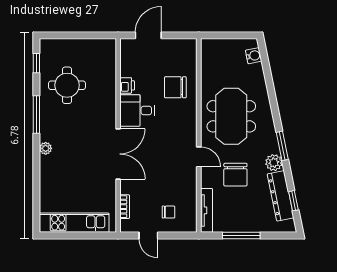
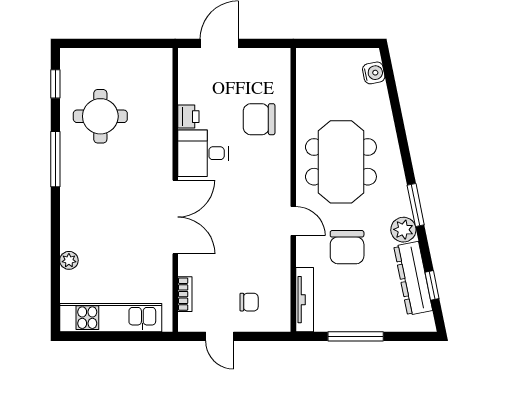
plant: (46, 148) -> (69, 260), moved

